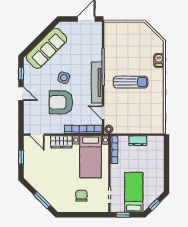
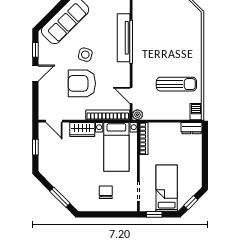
barbecue: (159, 60) -> (196, 112), moved
tv unit: (97, 82) -> (124, 38), moved
sun lounger: (131, 82) -> (176, 84), moved
door: (21, 94) -> (35, 73), hinge flipped
dresser: (138, 141) -> (192, 128), moved

